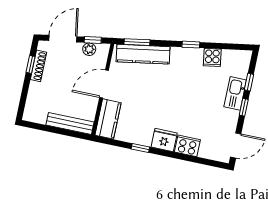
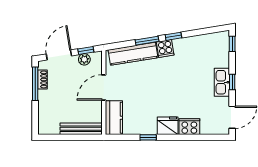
window: (137, 42) -> (147, 41), moved
cooker: (212, 57) -> (165, 49), moved
window: (31, 64) -> (35, 84), width x2.17
shoe rack: (39, 66) -> (43, 79), width x0.70
window: (249, 82) -> (232, 44), moved
kitchen sink: (235, 93) -> (222, 82), moved

